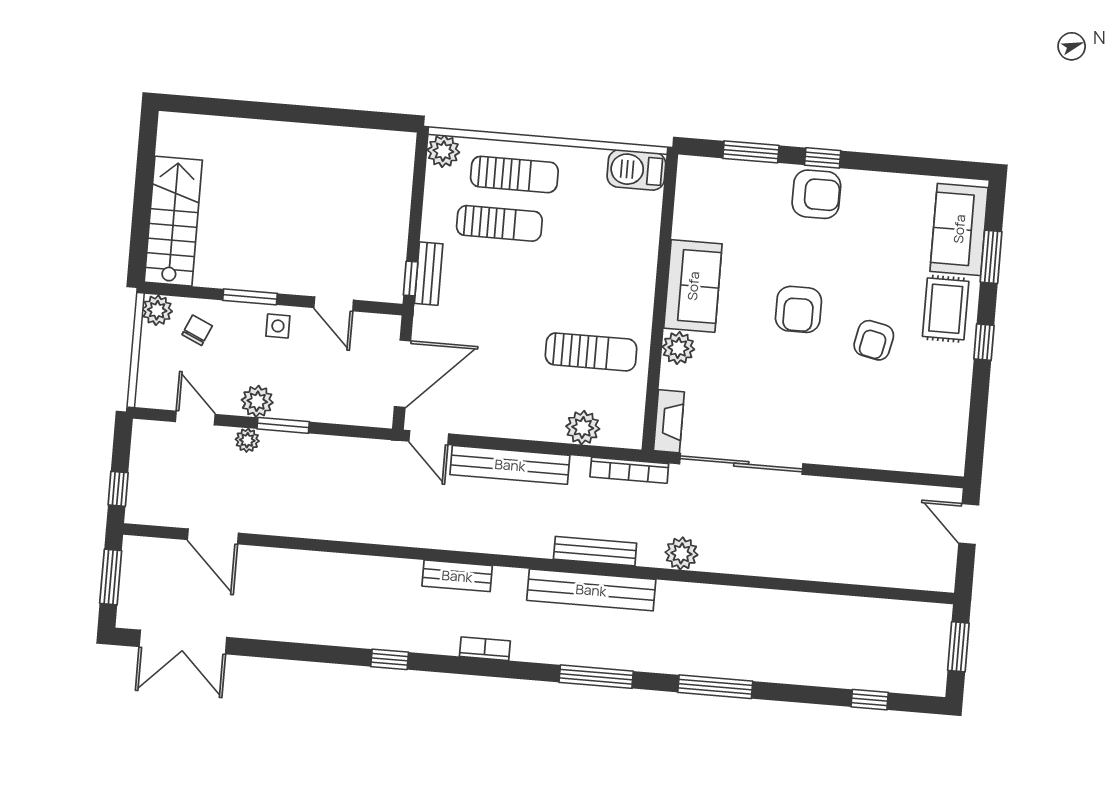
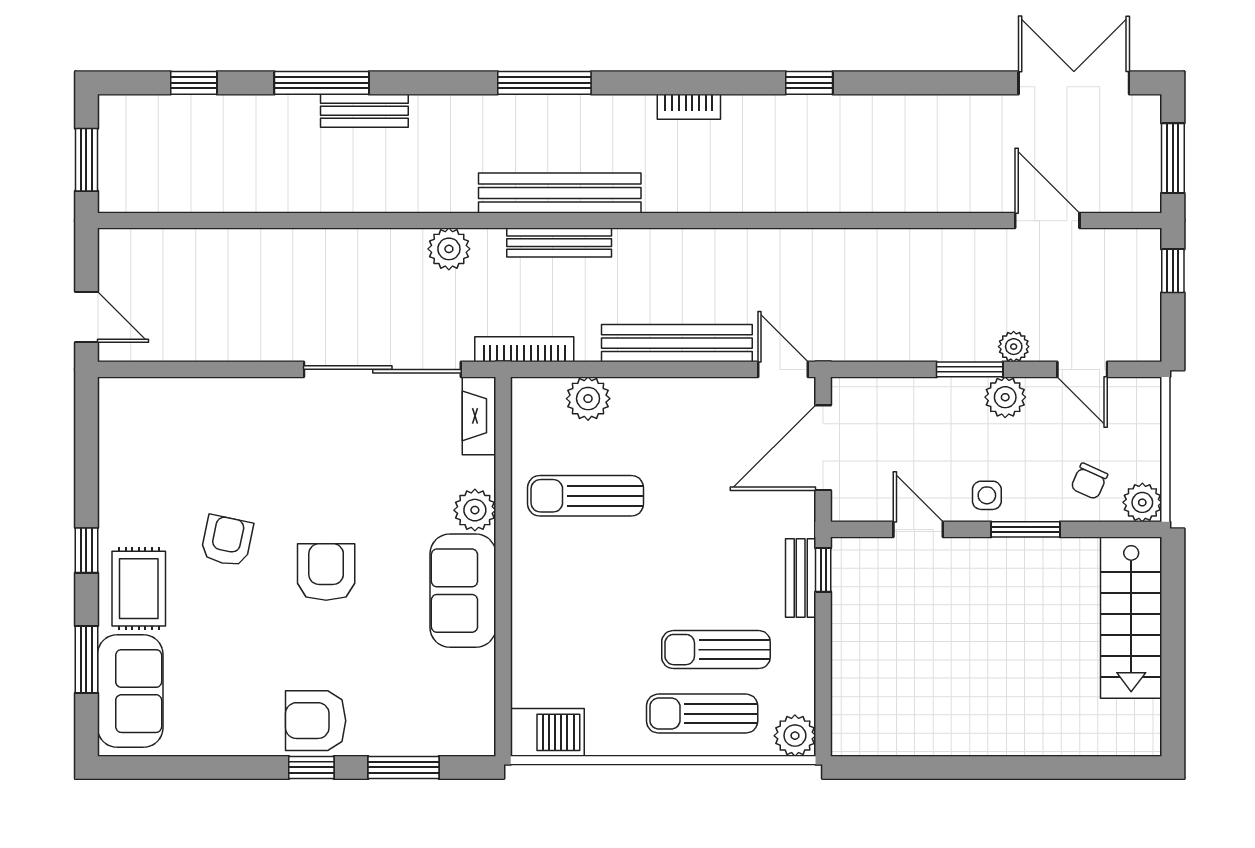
bench: (457, 576) -> (364, 111), moved
window: (715, 687) -> (322, 83), moved

